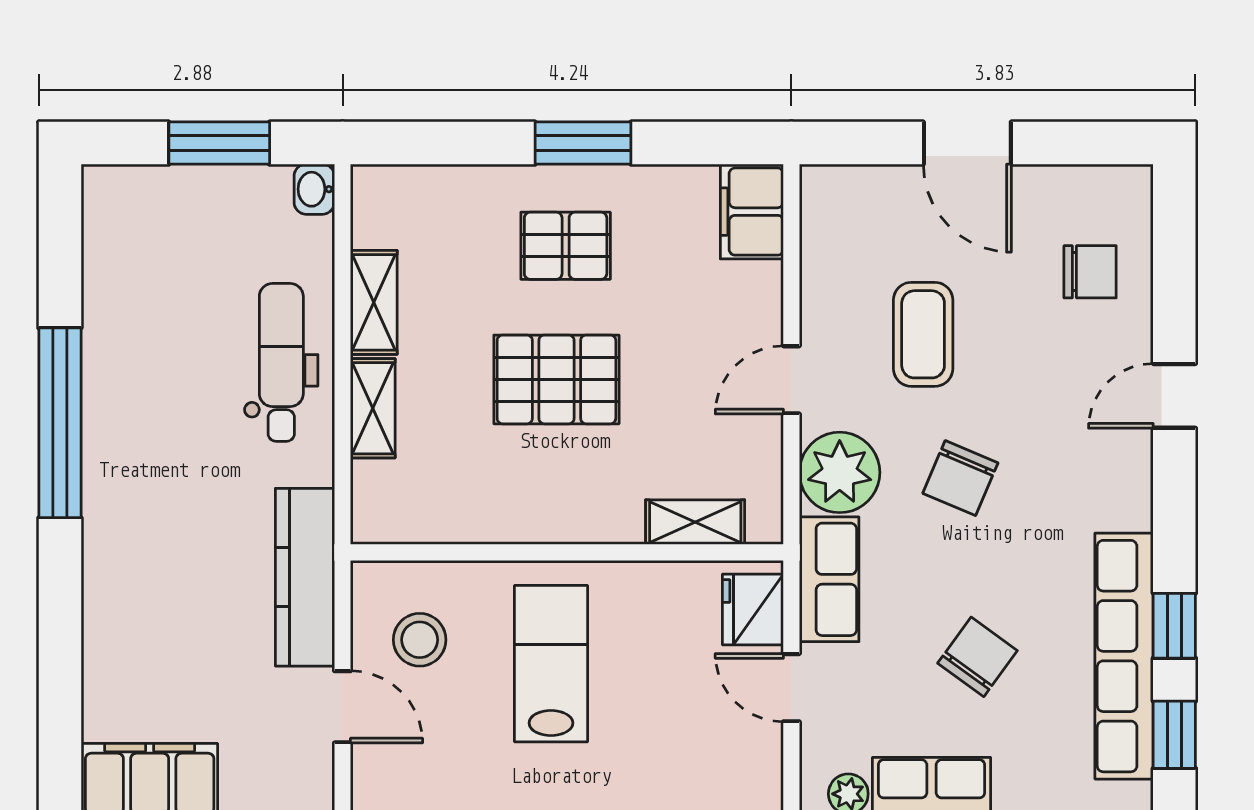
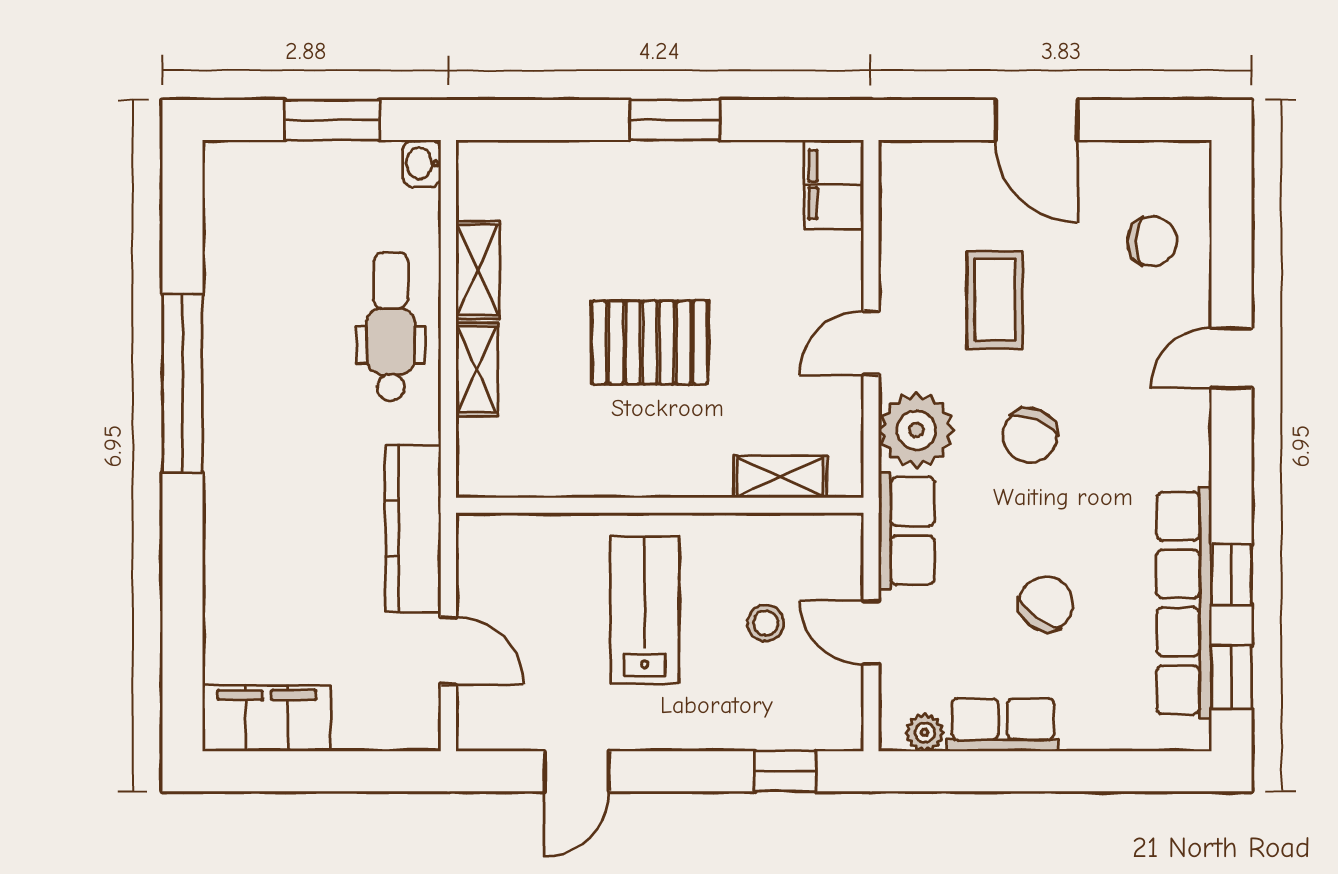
pallet: (566, 246) -> (658, 217), removed
fridge: (753, 609) -> (835, 559), removed
stool: (420, 640) -> (766, 623), moved, width x0.73, depth x0.73

